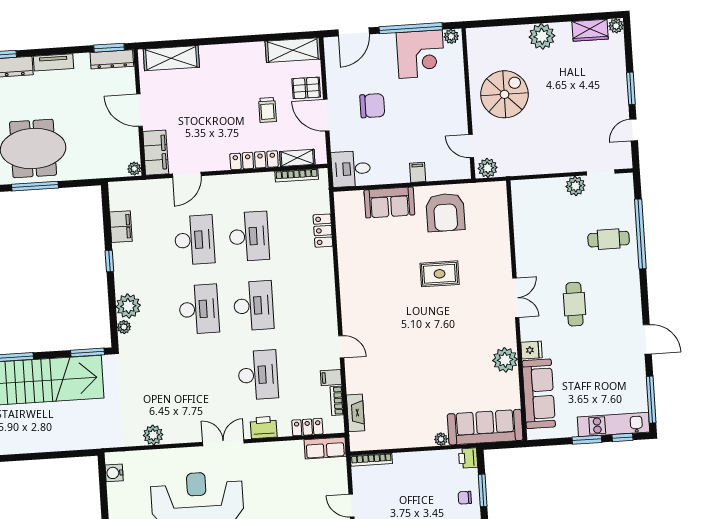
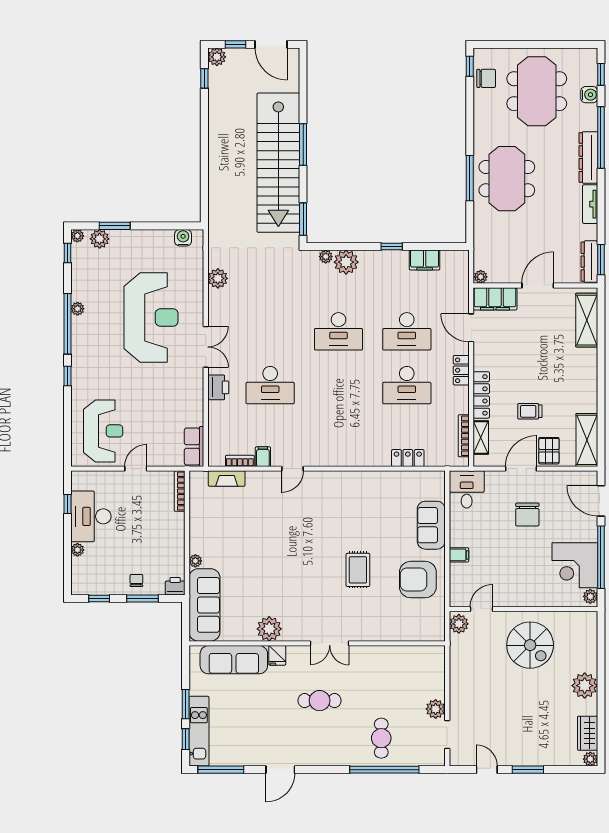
desk: (254, 306) -> (338, 385), removed
locker: (307, 427) -> (461, 370), moved, turned 180

